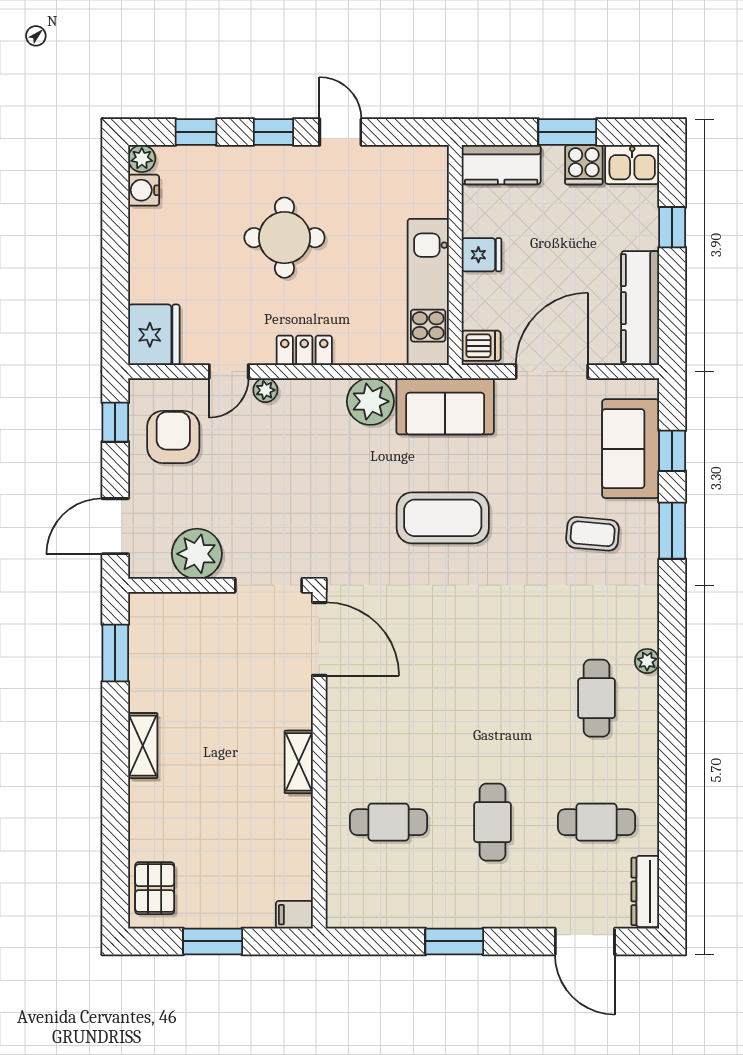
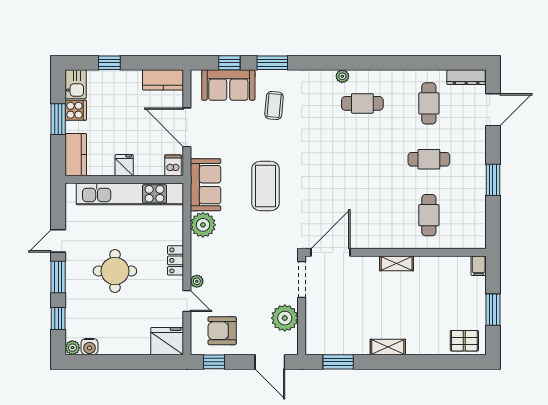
window: (273, 132) -> (58, 277), width x1.50
kitchen unit: (428, 292) -> (130, 194), width x1.36
kitchen counter: (640, 308) -> (163, 80), width x0.67

